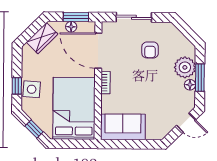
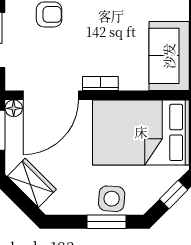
floor lamp: (71, 27) -> (14, 108), moved
window: (17, 86) -> (107, 222), width x1.50

